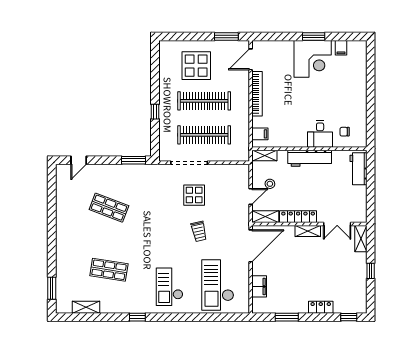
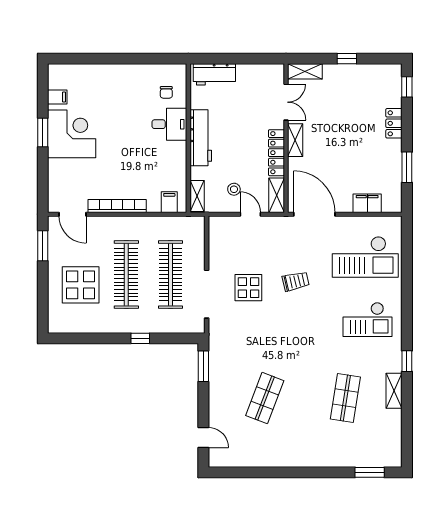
shelving: (86, 307) -> (394, 391), moved

